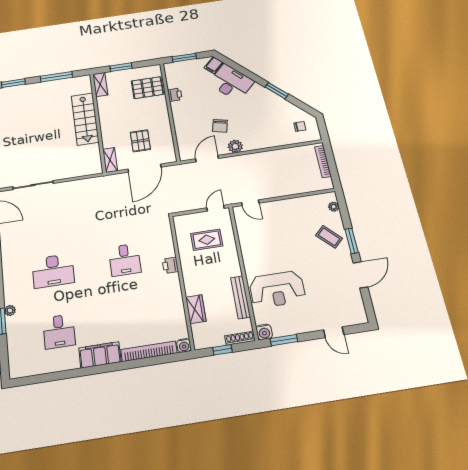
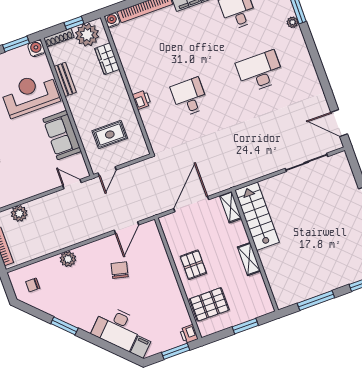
shelving: (100, 84) -> (249, 259), moved
printer: (175, 95) -> (189, 334), moved
stairs: (85, 119) -> (257, 216), moved
pallet: (140, 141) -> (193, 265), moved
plant: (235, 146) -> (68, 259), moved
plant: (304, 186) -> (19, 214), added
sofa: (252, 247) -> (62, 135), added
bench: (241, 297) -> (65, 79), width x0.73
plant: (211, 336) -> (87, 35), added

